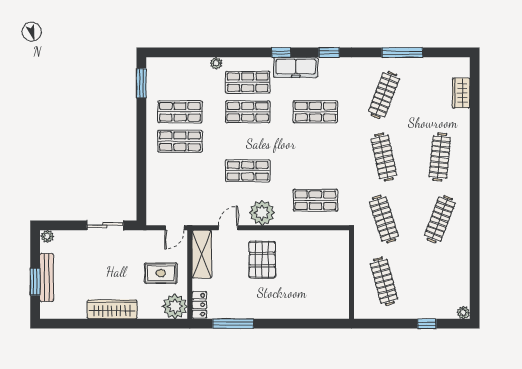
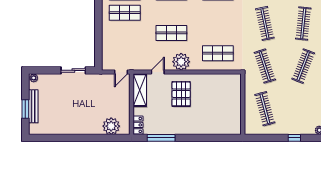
rug: (161, 273) -> (112, 103), removed
plant: (175, 306) -> (111, 126), moved
wardrobe: (112, 309) -> (78, 128), removed

